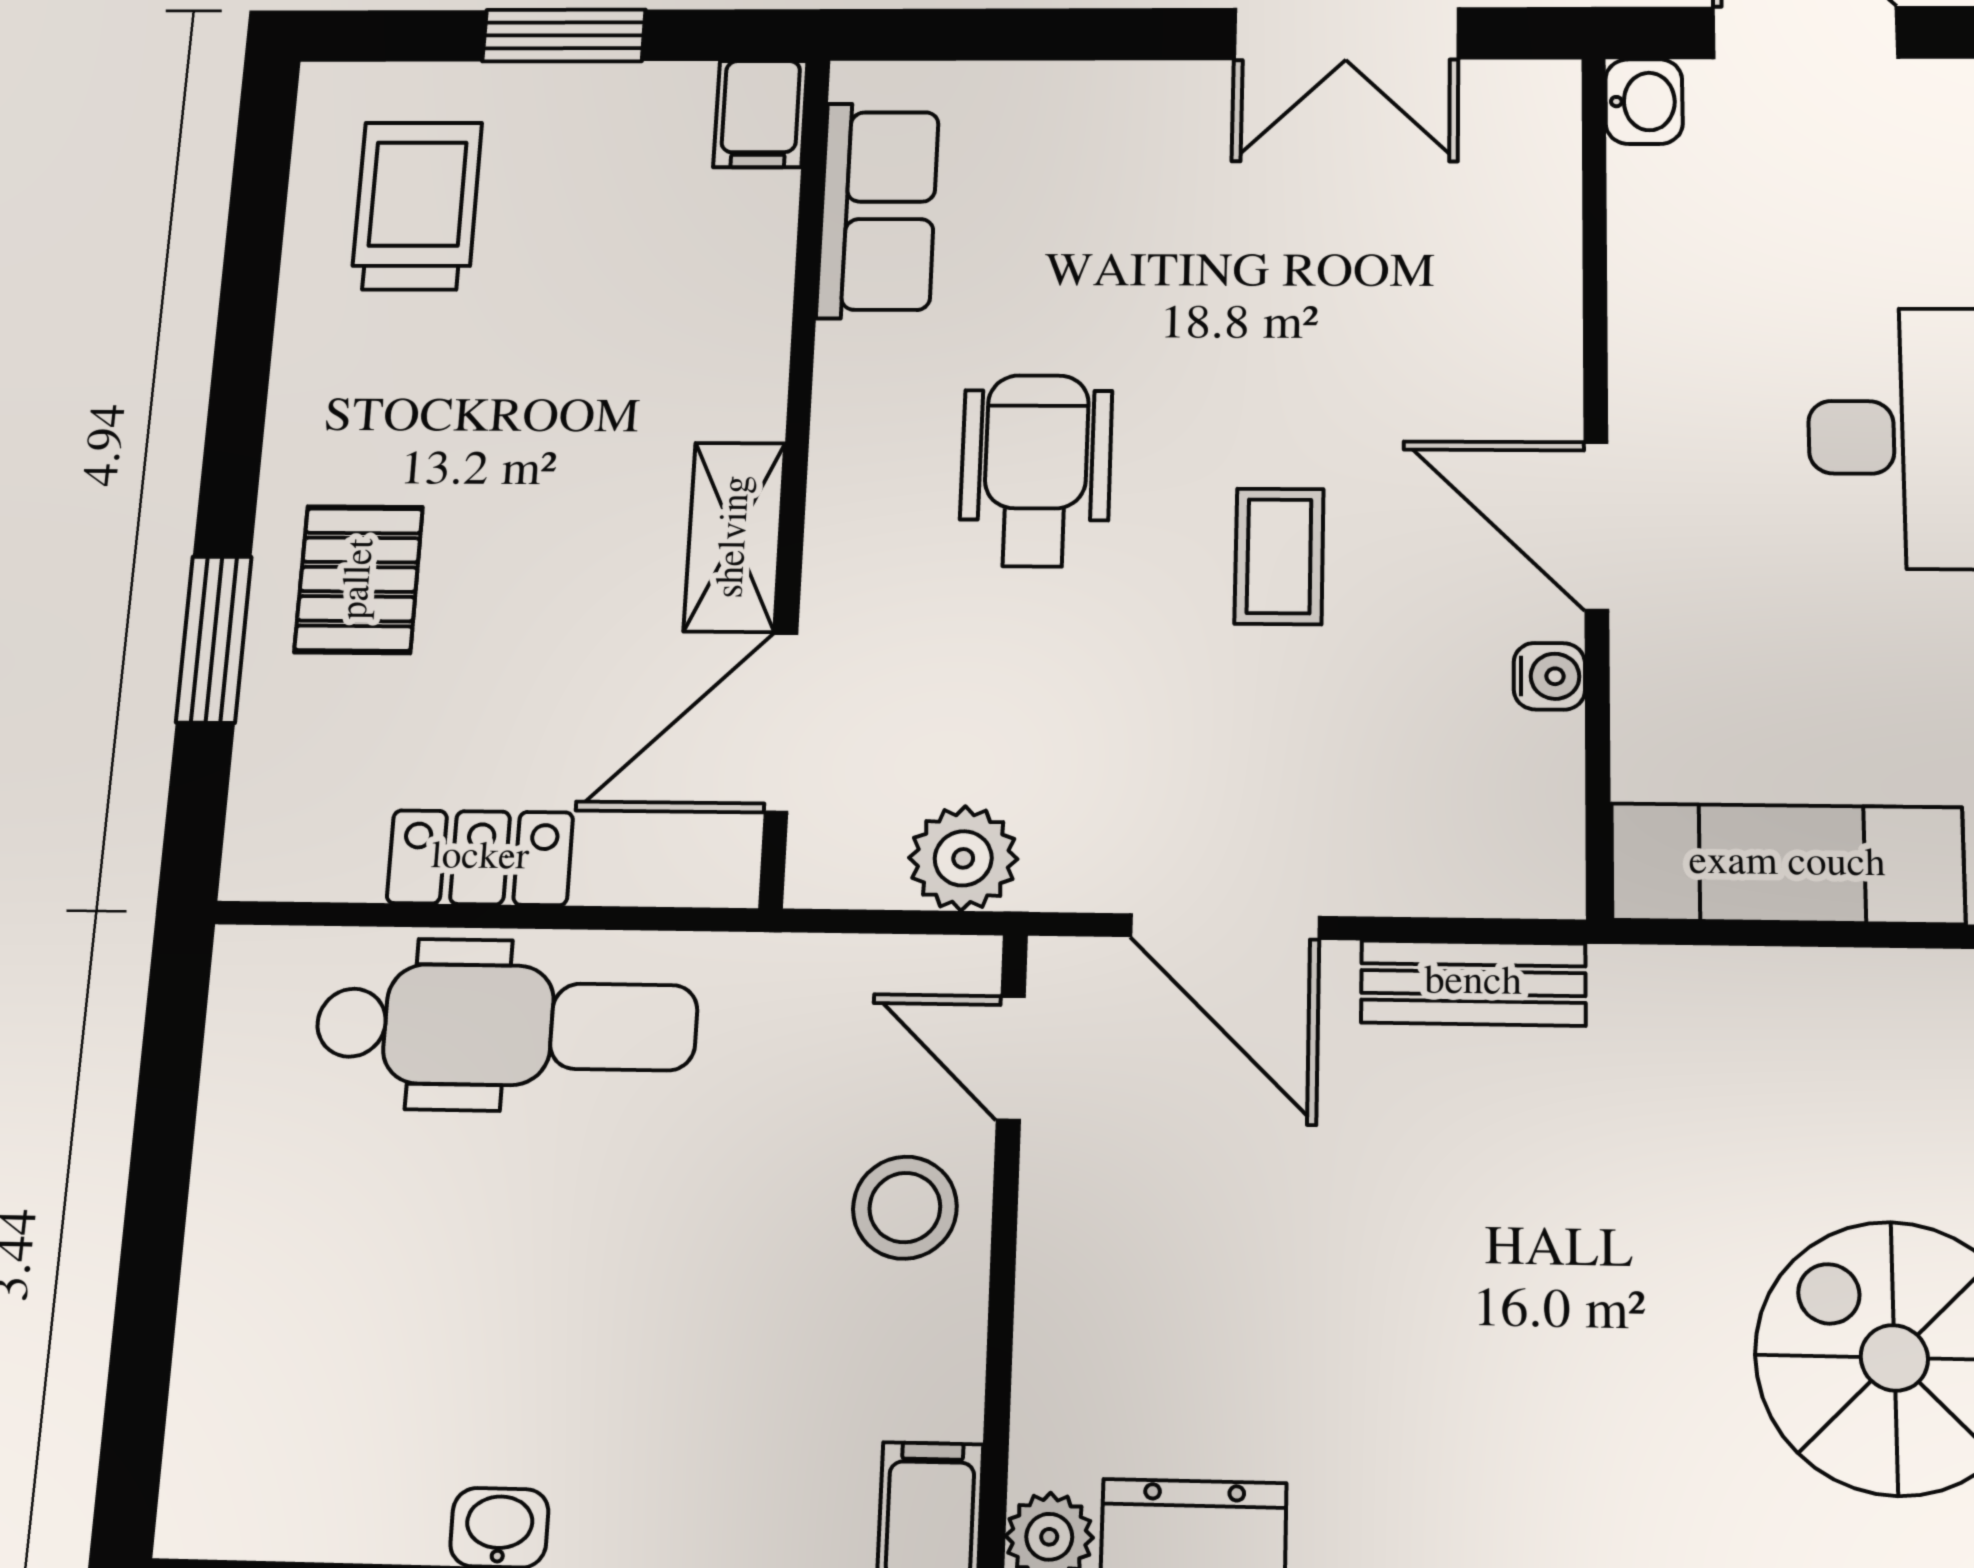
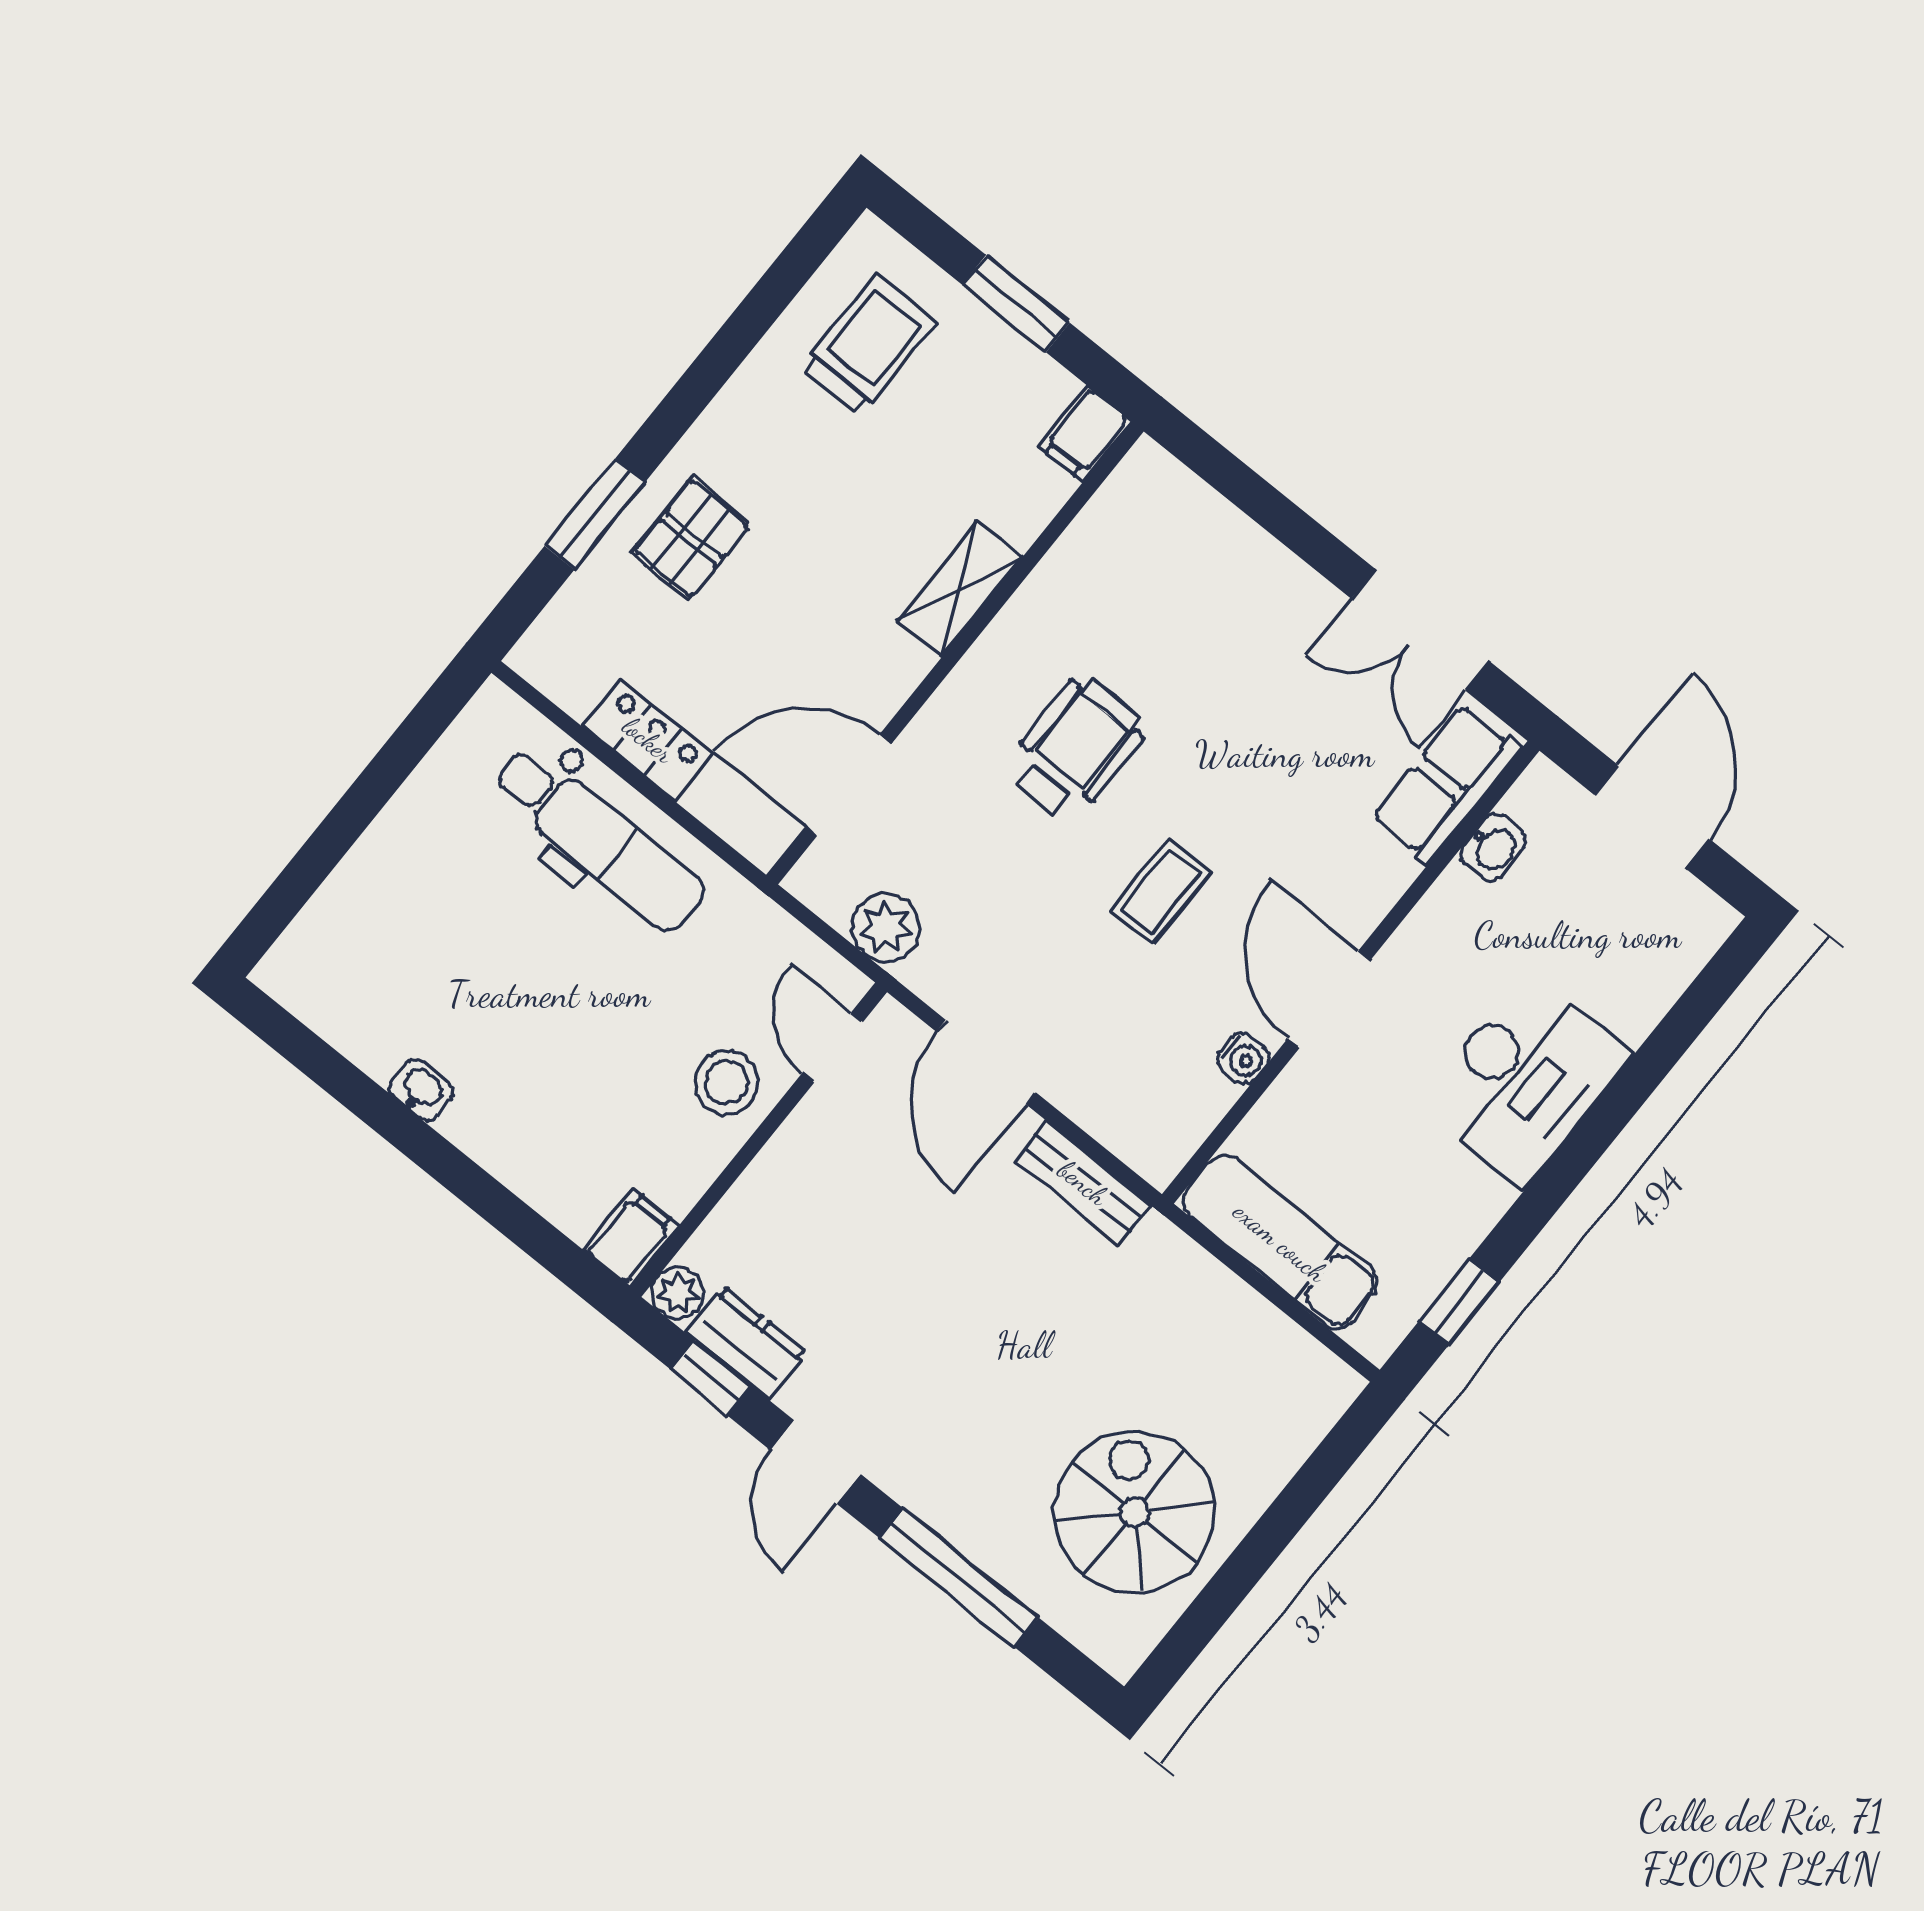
washbasin: (1644, 102) -> (1493, 847), moved
row of seats: (878, 210) -> (1446, 784), moved, turned 180
shelving: (735, 537) -> (960, 589), moved

